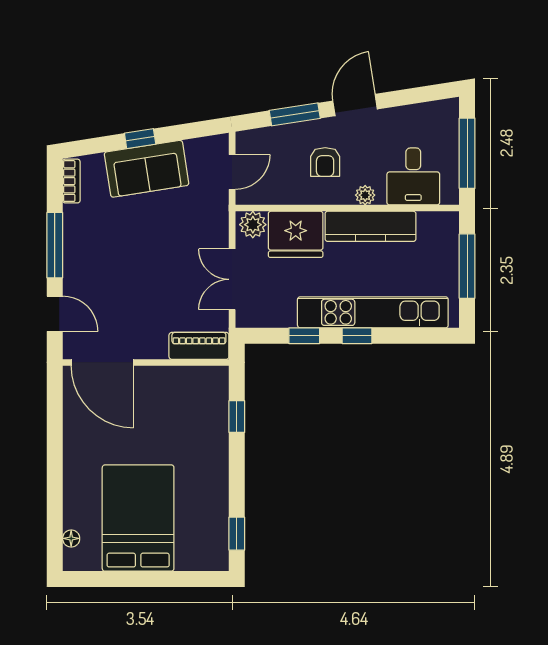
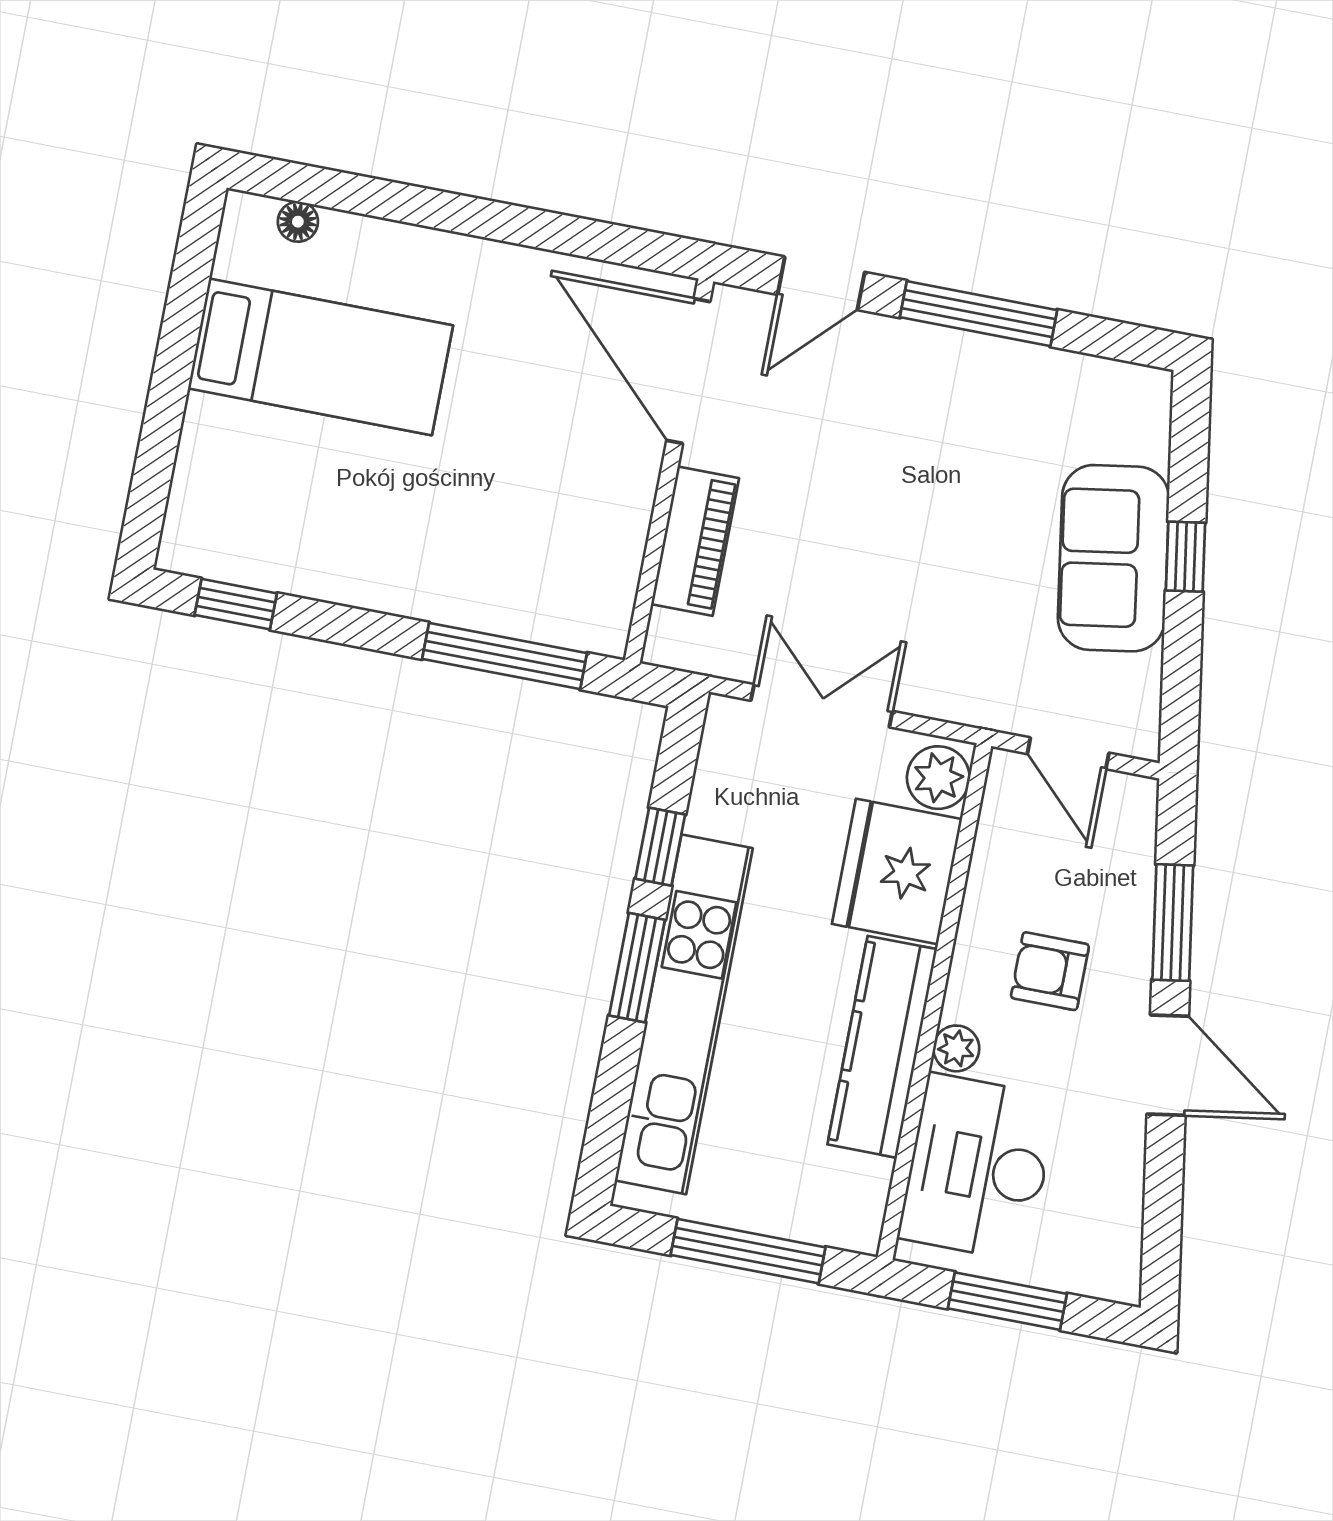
window: (467, 153) -> (1007, 1301), width x0.69
desk: (413, 176) -> (978, 1167), width x1.37
bookcase: (71, 181) -> (1118, 380), removed
window: (357, 336) -> (637, 968), width x1.50
piano: (199, 346) -> (695, 541), moved
door: (102, 362) -> (688, 371), hinge flipped
window: (237, 417) -> (505, 656), width x2.17
bed: (138, 518) -> (320, 357), width x0.67

